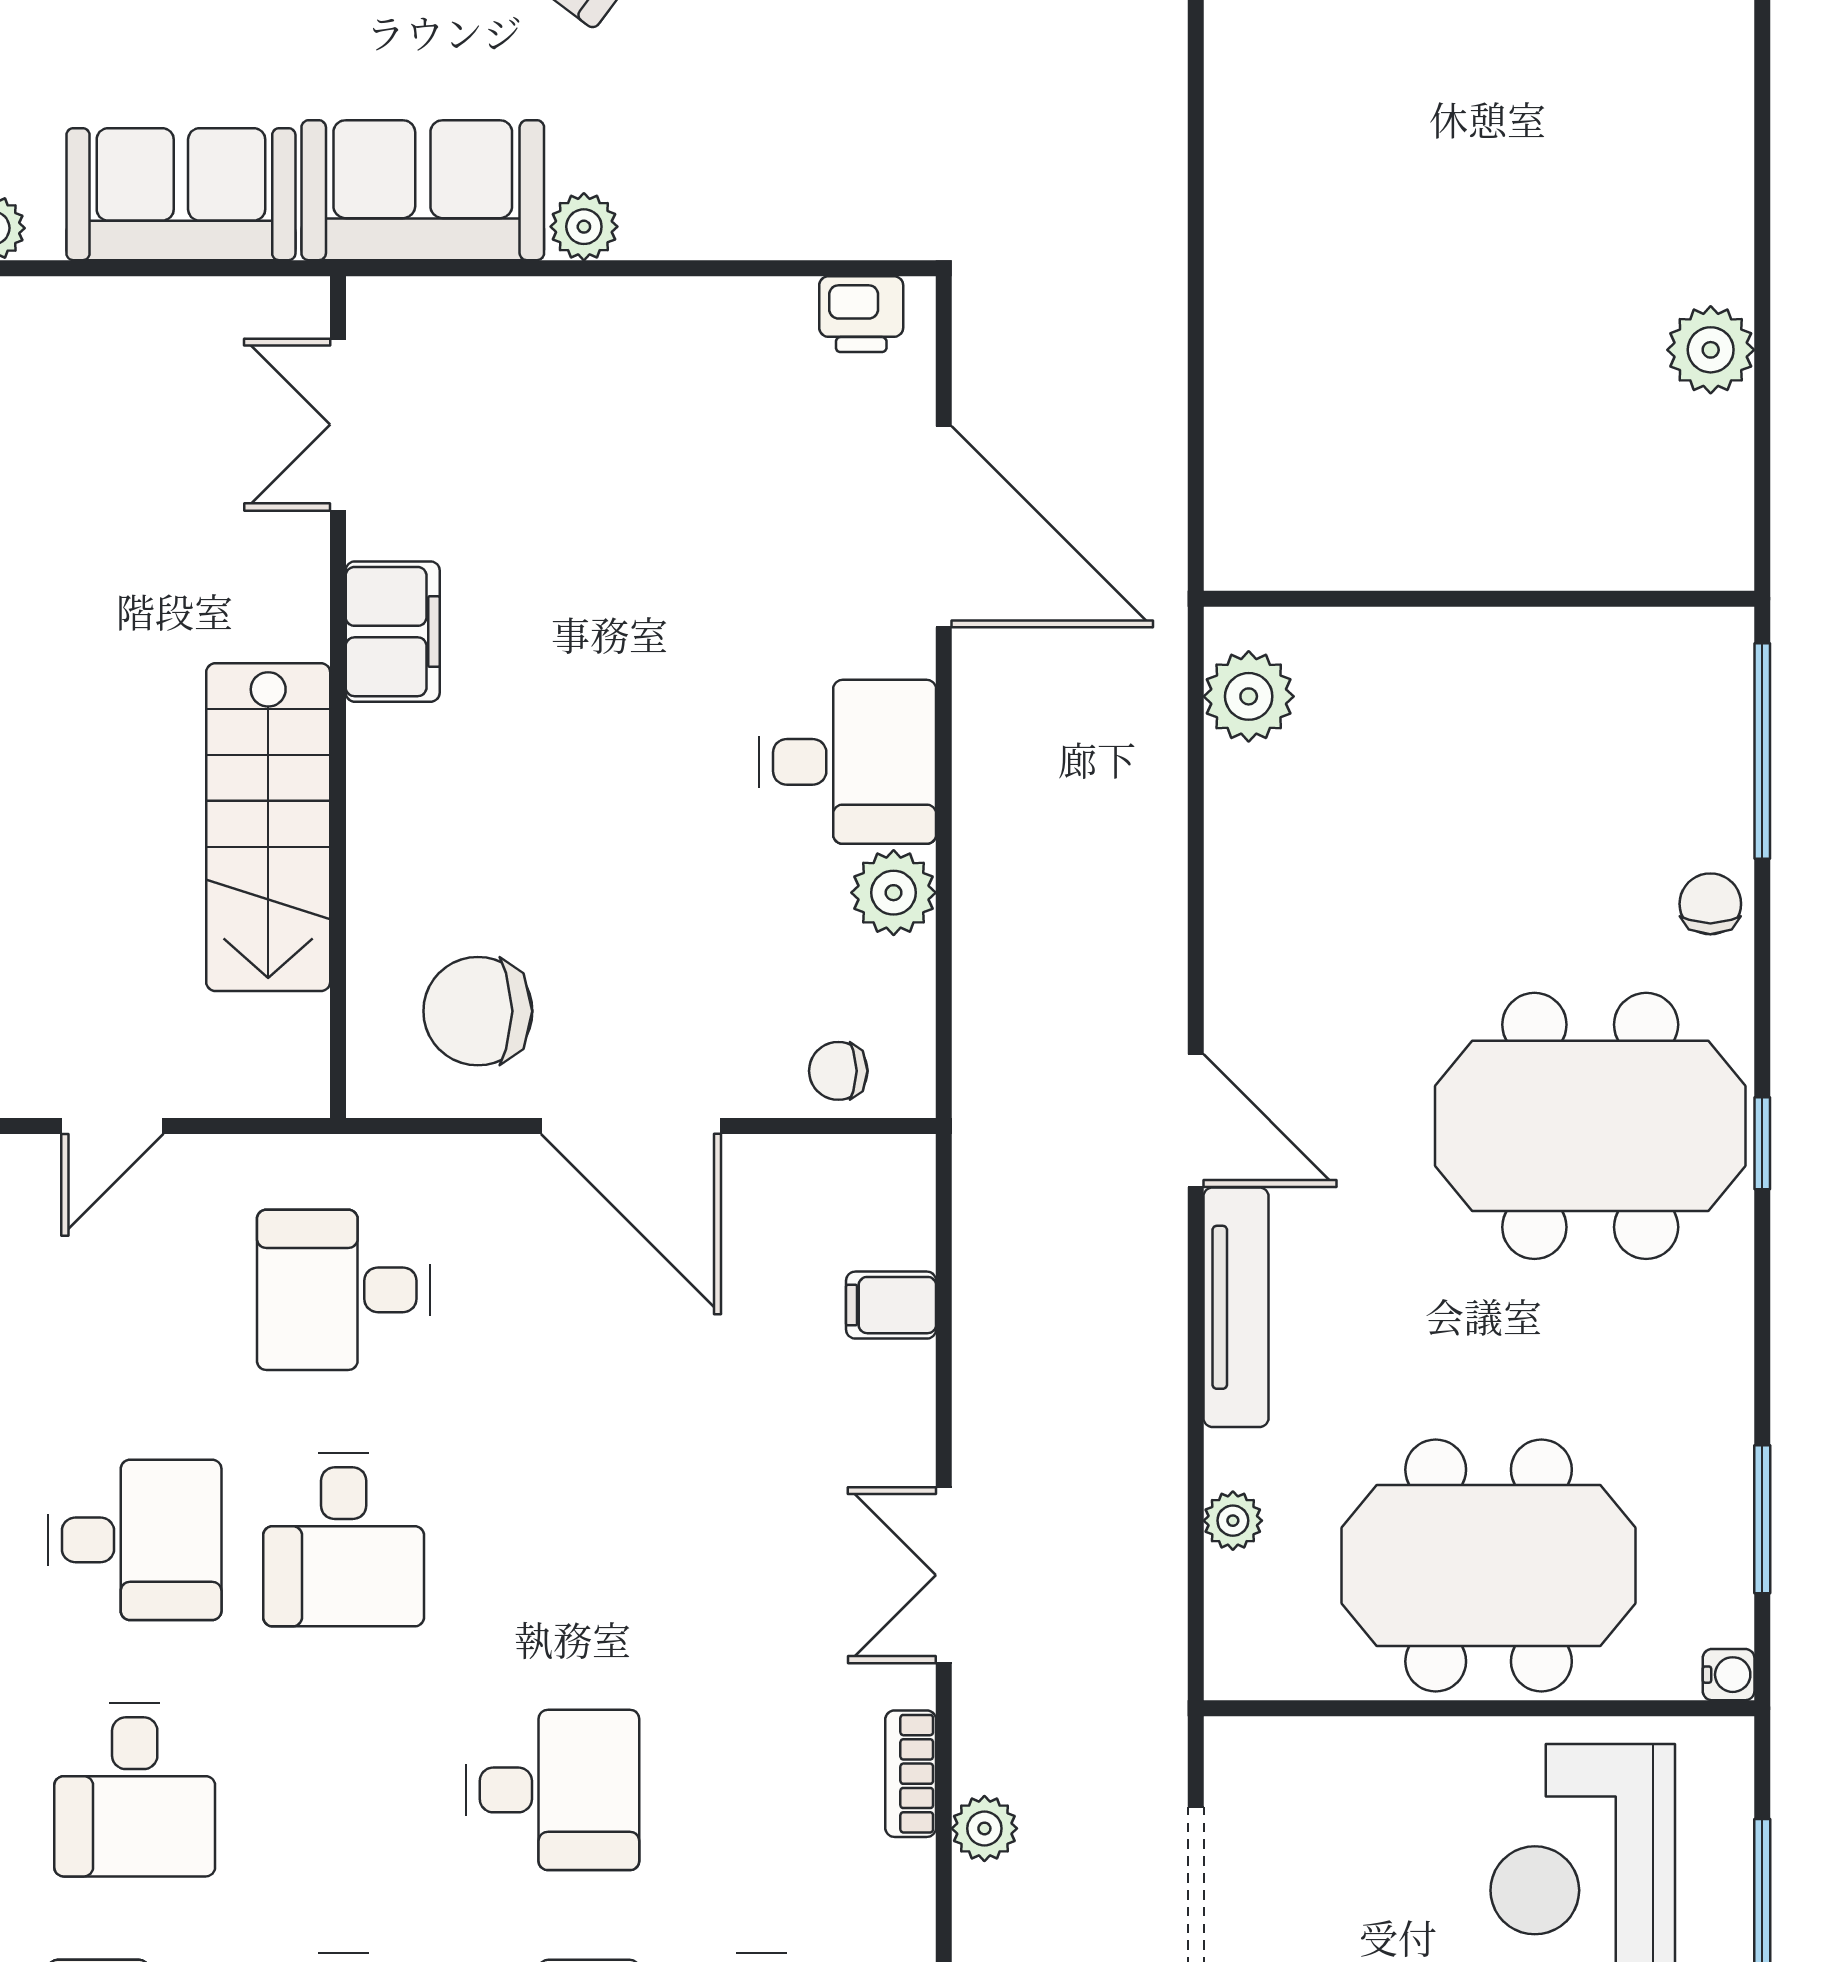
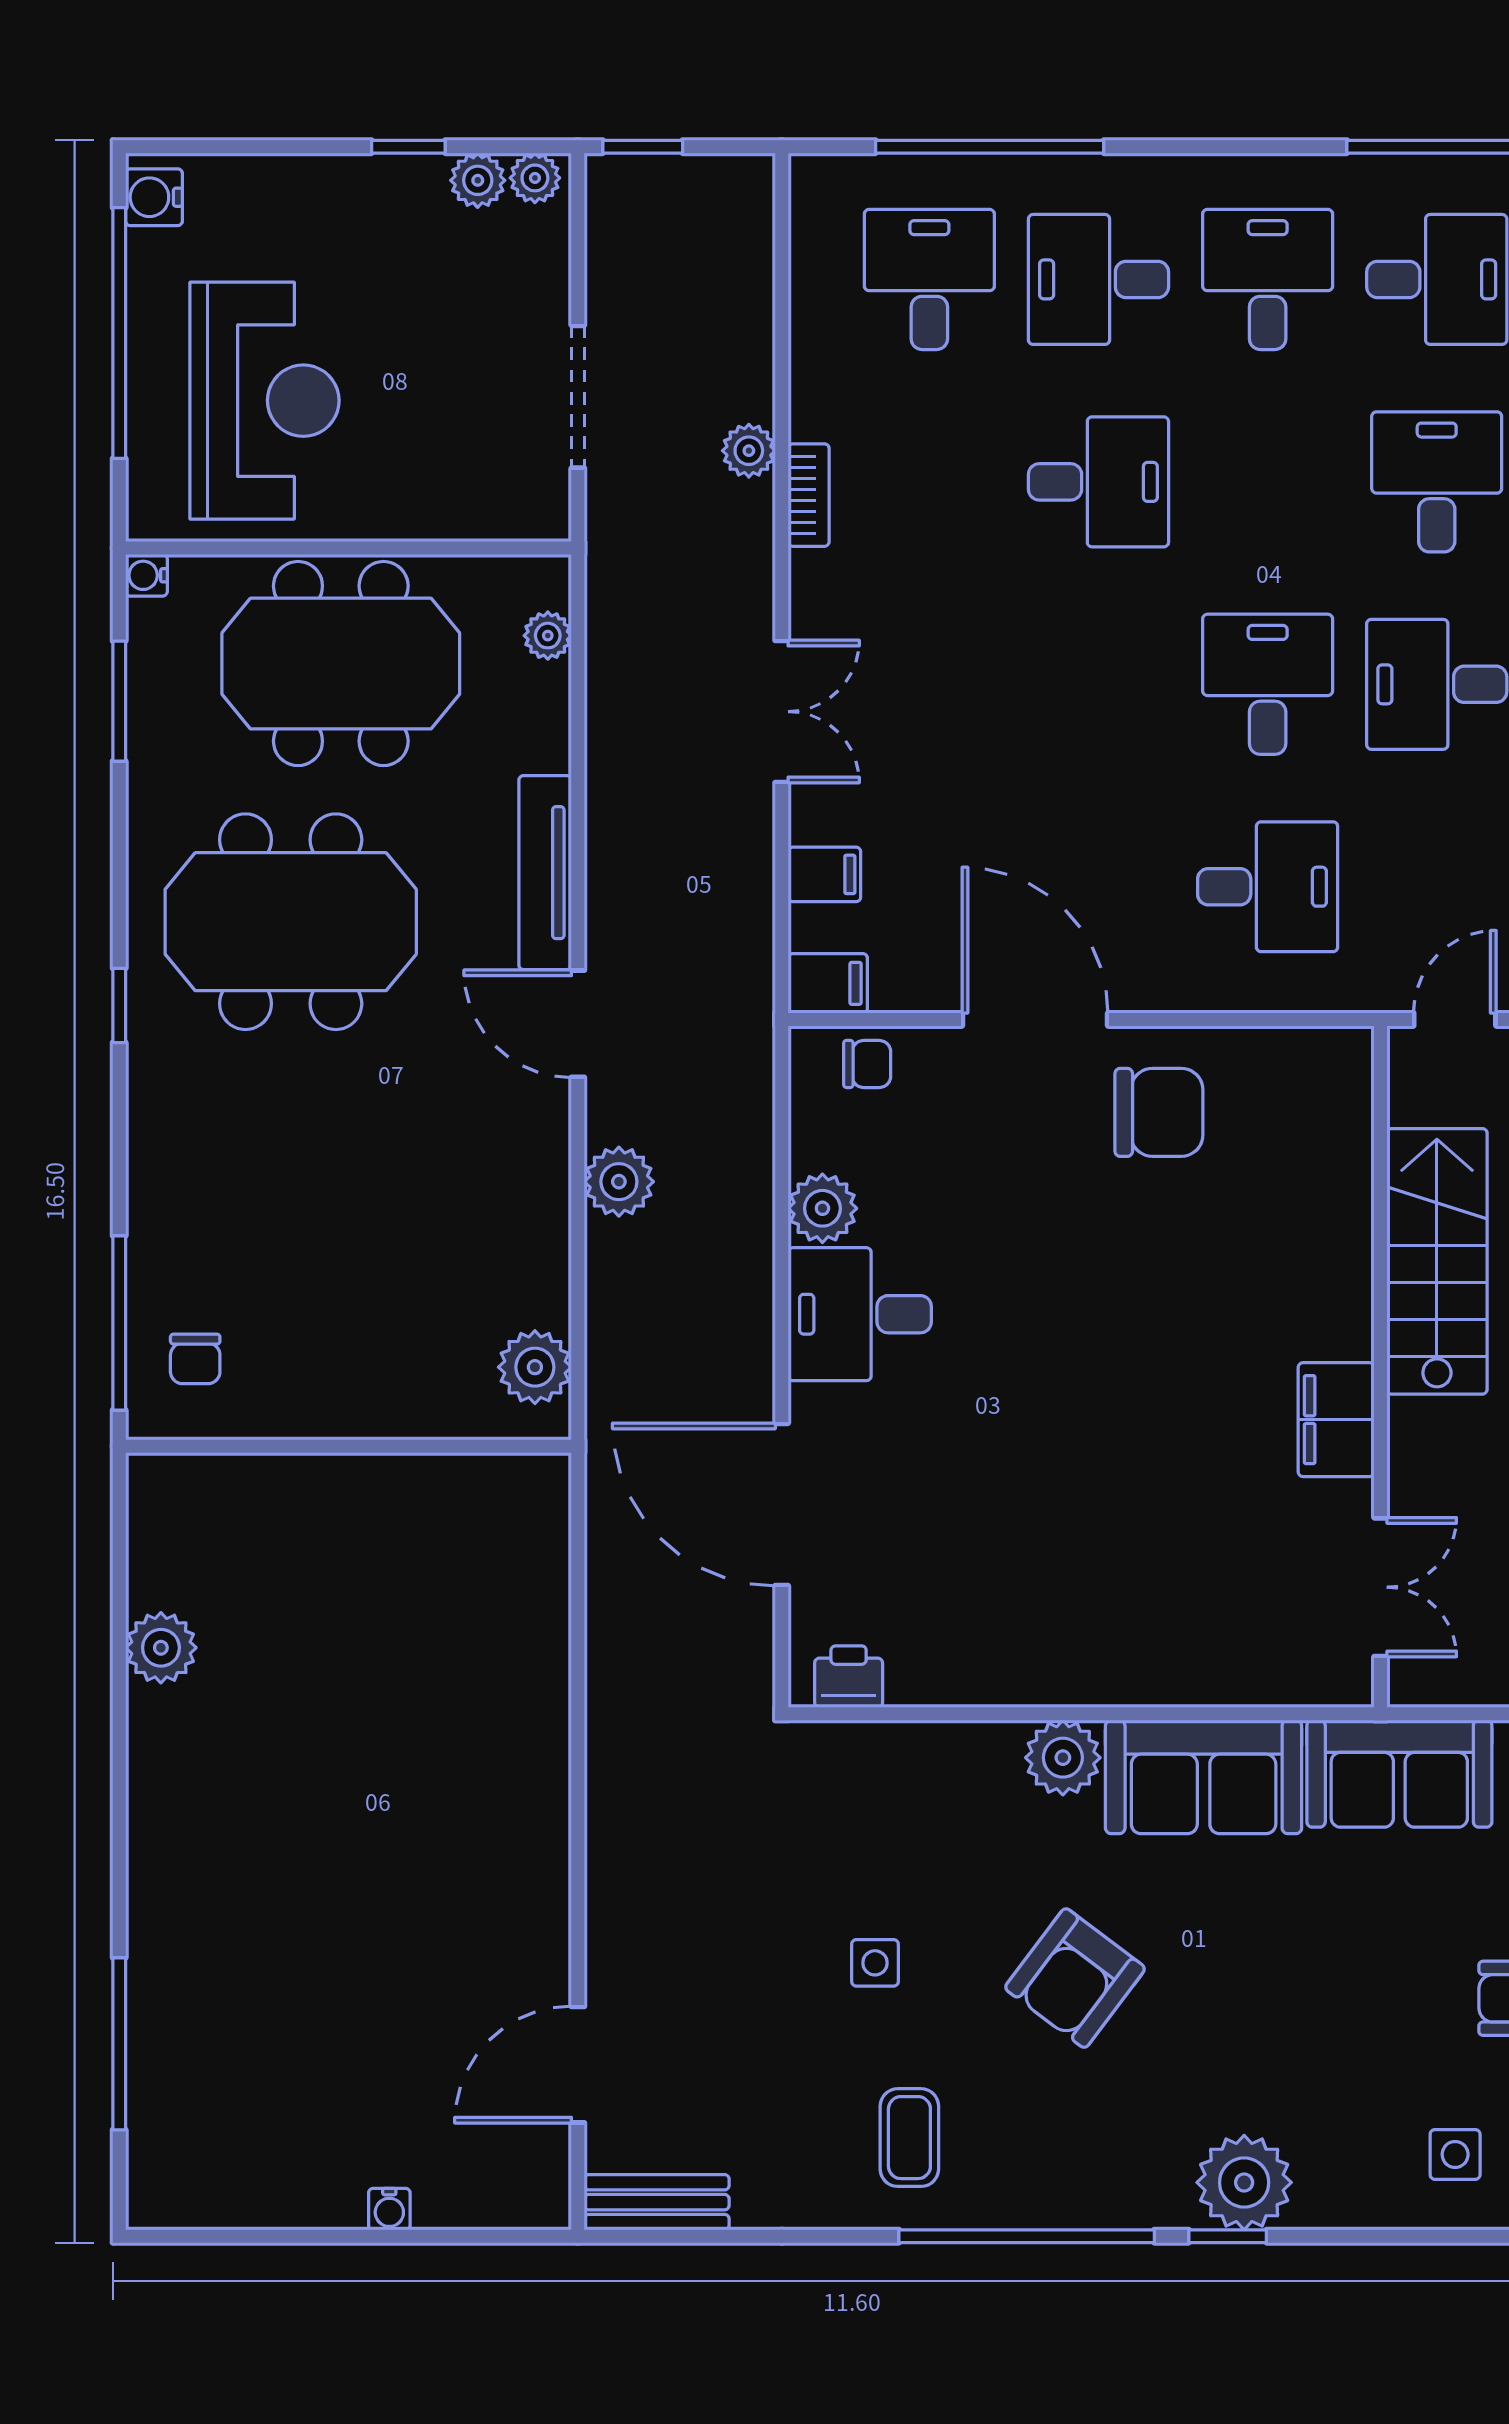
plant: (584, 227) -> (1063, 1758), width x1.38, depth x1.38
double door: (338, 425) -> (1381, 1587), moved
filing cabinet: (393, 632) -> (1336, 1420), moved
wall: (338, 697) -> (1381, 1367), moved
stairs: (268, 827) -> (1437, 1261), moved
chair: (1710, 904) -> (195, 1359), moved
plant: (1145, 926) -> (619, 1182), added
meeting table: (1590, 1126) -> (291, 922), moved
filing cabinet: (887, 1171) -> (828, 983), added
plant: (1233, 1521) -> (548, 636), moved
double door: (944, 1575) -> (782, 712), moved
desk: (553, 1790) -> (1098, 482), turned 180

